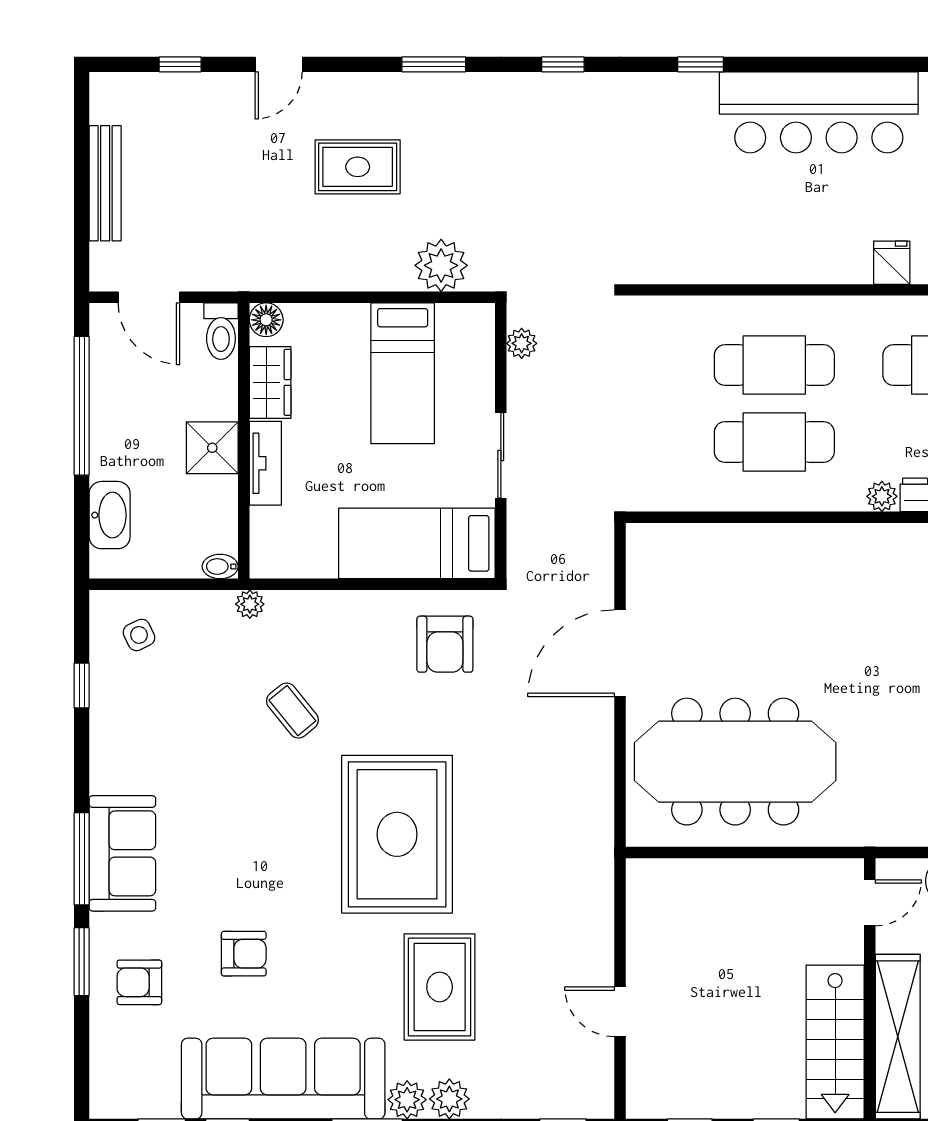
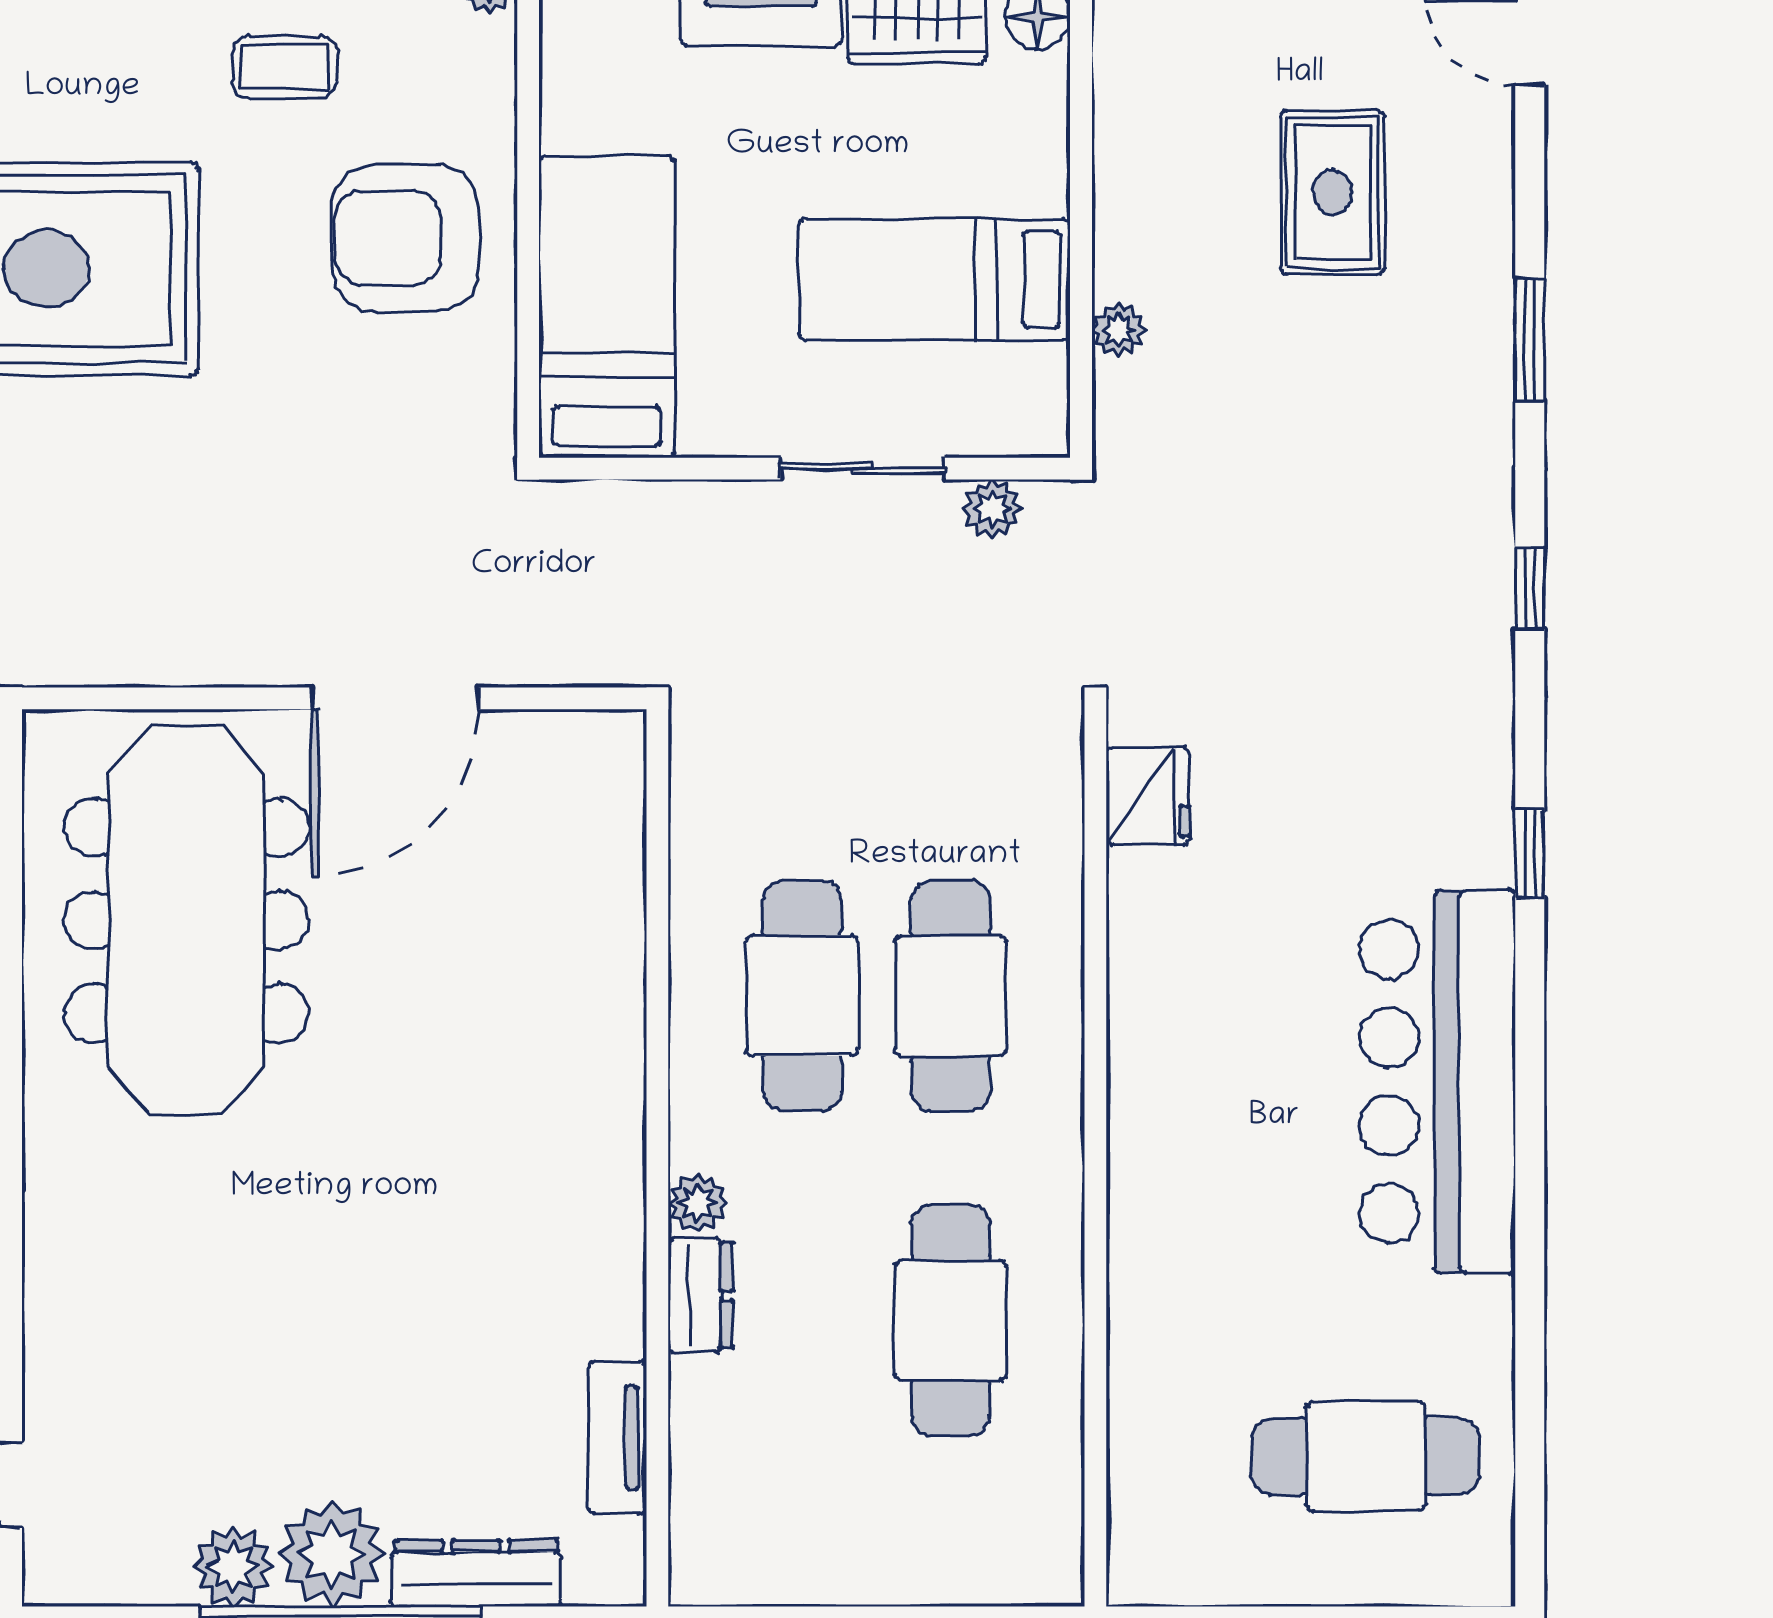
fridge: (892, 263) -> (1148, 796), moved, width x1.38
plant: (441, 265) -> (1119, 330), width x0.53, depth x0.53
sliding door: (501, 455) -> (863, 469), moved
armchair: (445, 644) -> (405, 238), moved, width x1.36, depth x1.36
door: (620, 653) -> (395, 698), swing flipped
coffee table: (292, 711) -> (285, 67), turned 39

